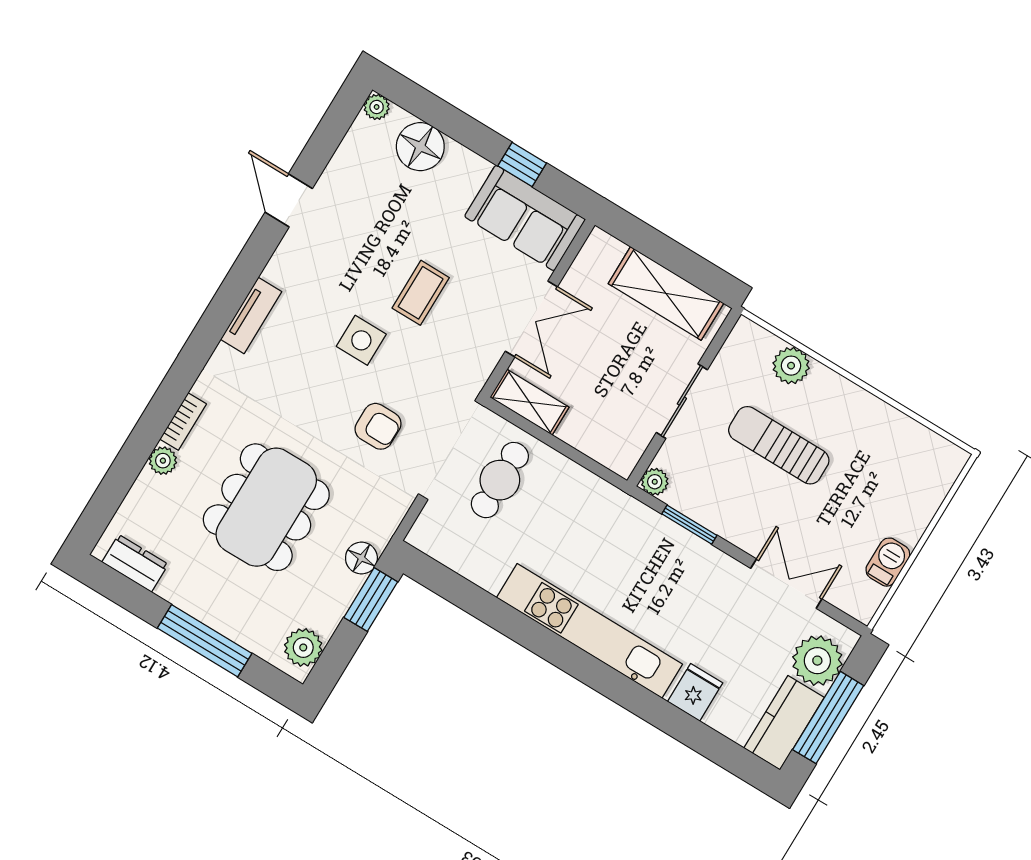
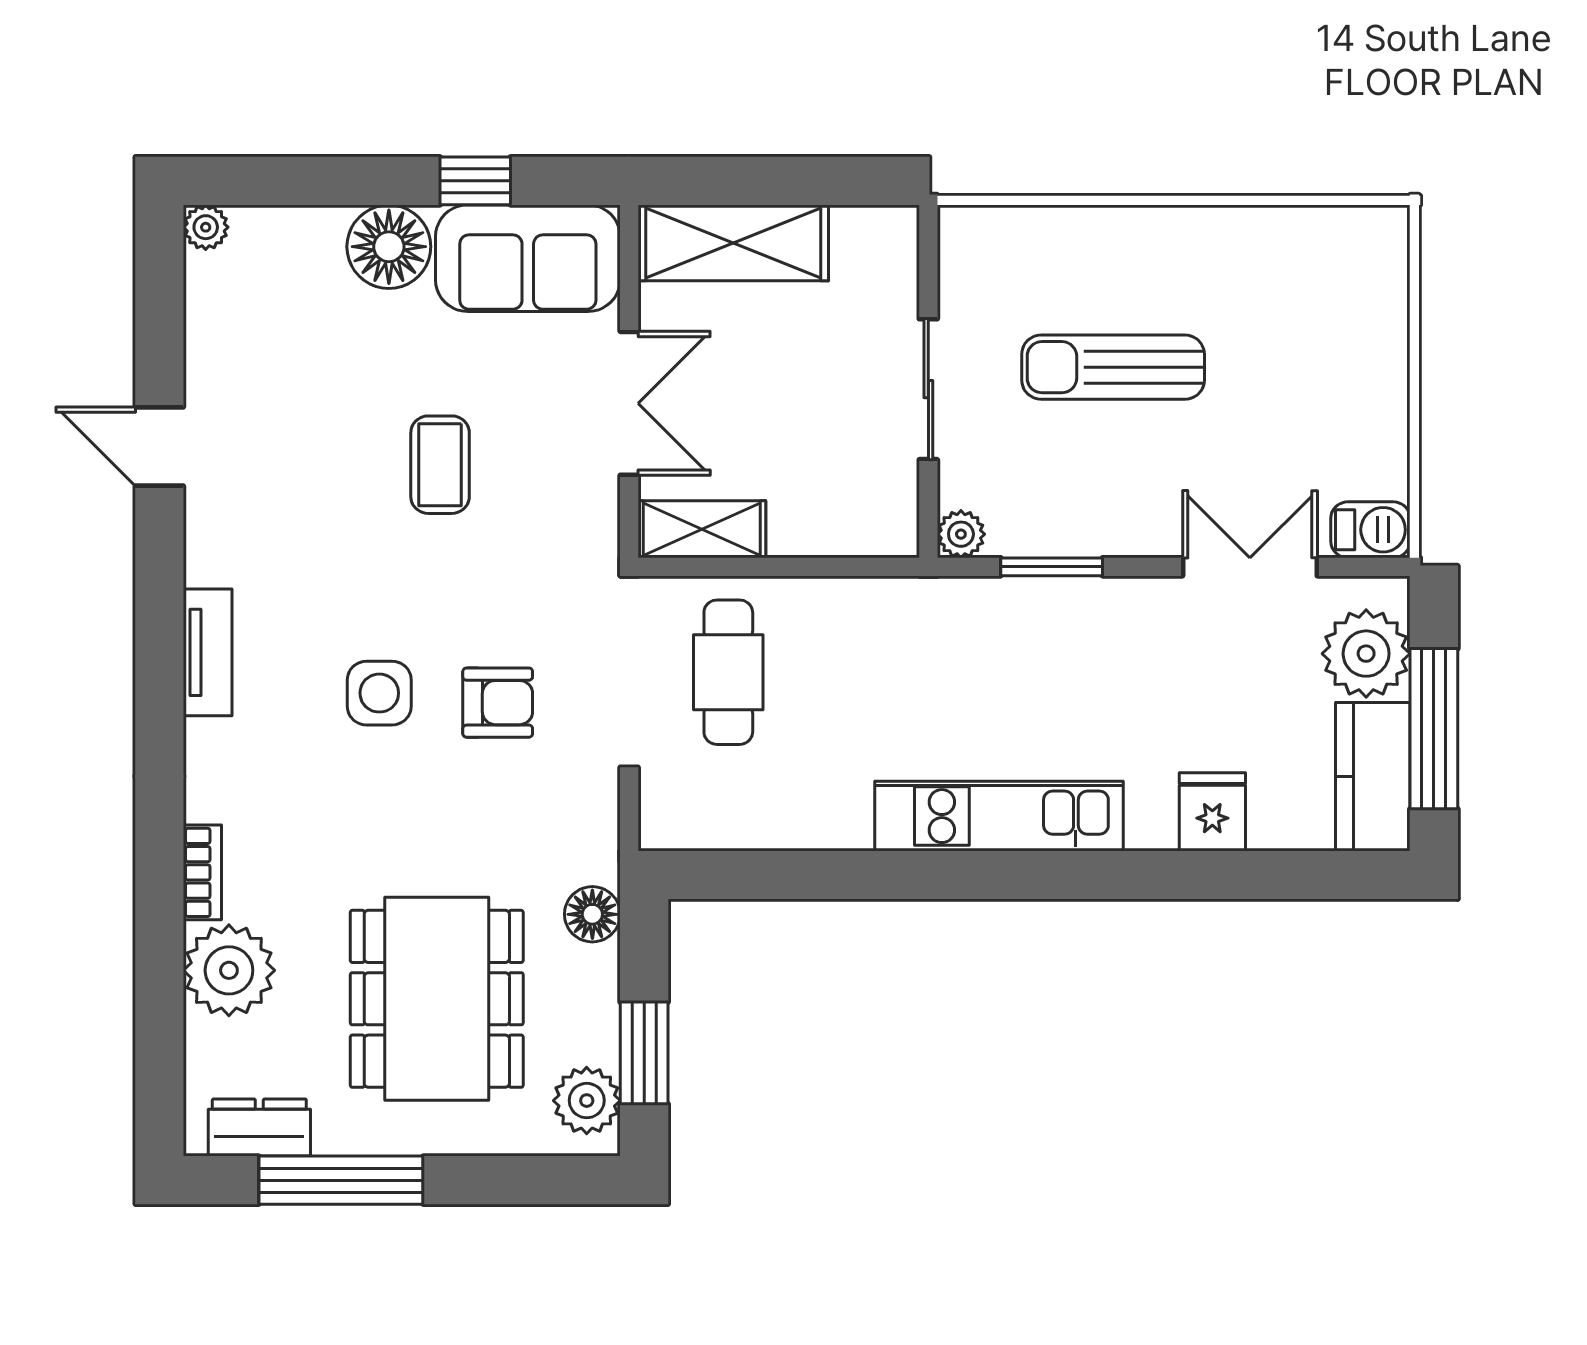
floor lamp: (420, 147) -> (389, 247), moved
shelving: (666, 293) -> (733, 243), moved
side table: (361, 340) -> (379, 693), moved
plant: (791, 366) -> (1059, 237), removed
plant: (163, 461) -> (229, 970), width x1.87, depth x1.87
dining table: (266, 507) -> (437, 999), moved
barbecue: (888, 562) -> (1370, 530), moved, turned 90
window: (371, 600) -> (644, 1053), moved
kitchen unit: (589, 631) -> (999, 816), width x0.73
window: (205, 641) -> (341, 1180), moved

